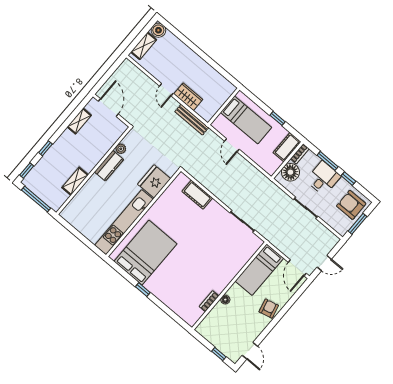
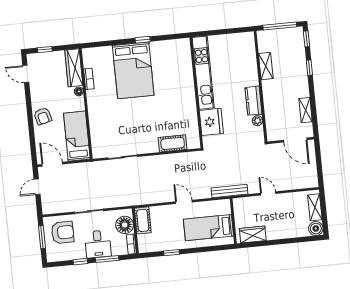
wardrobe: (188, 97) -> (253, 235), moved, turned 180
wall: (224, 106) -> (233, 221), moved
bed: (246, 120) -> (208, 228), moved
cot: (287, 147) -> (143, 220), moved
armchair: (351, 205) -> (63, 232), moved
bed: (145, 253) -> (133, 70), moved
wardrobe: (212, 320) -> (74, 68), added

